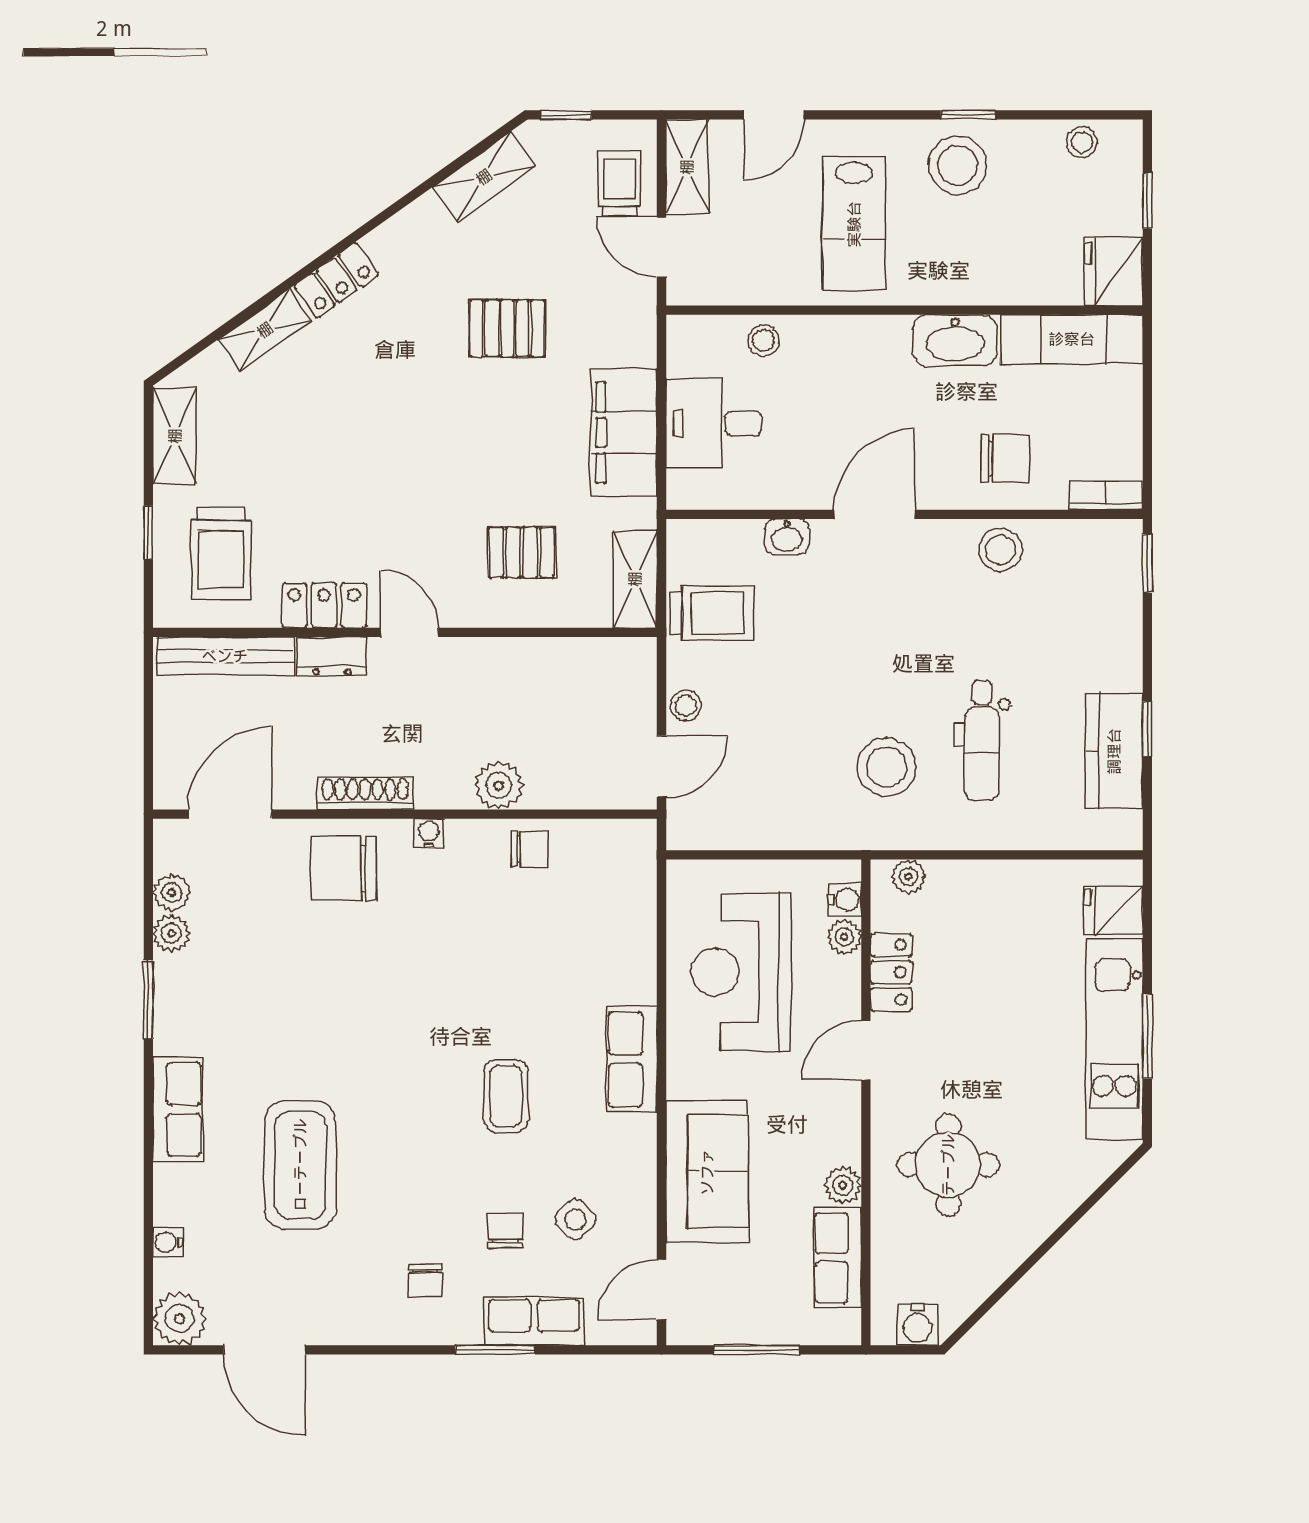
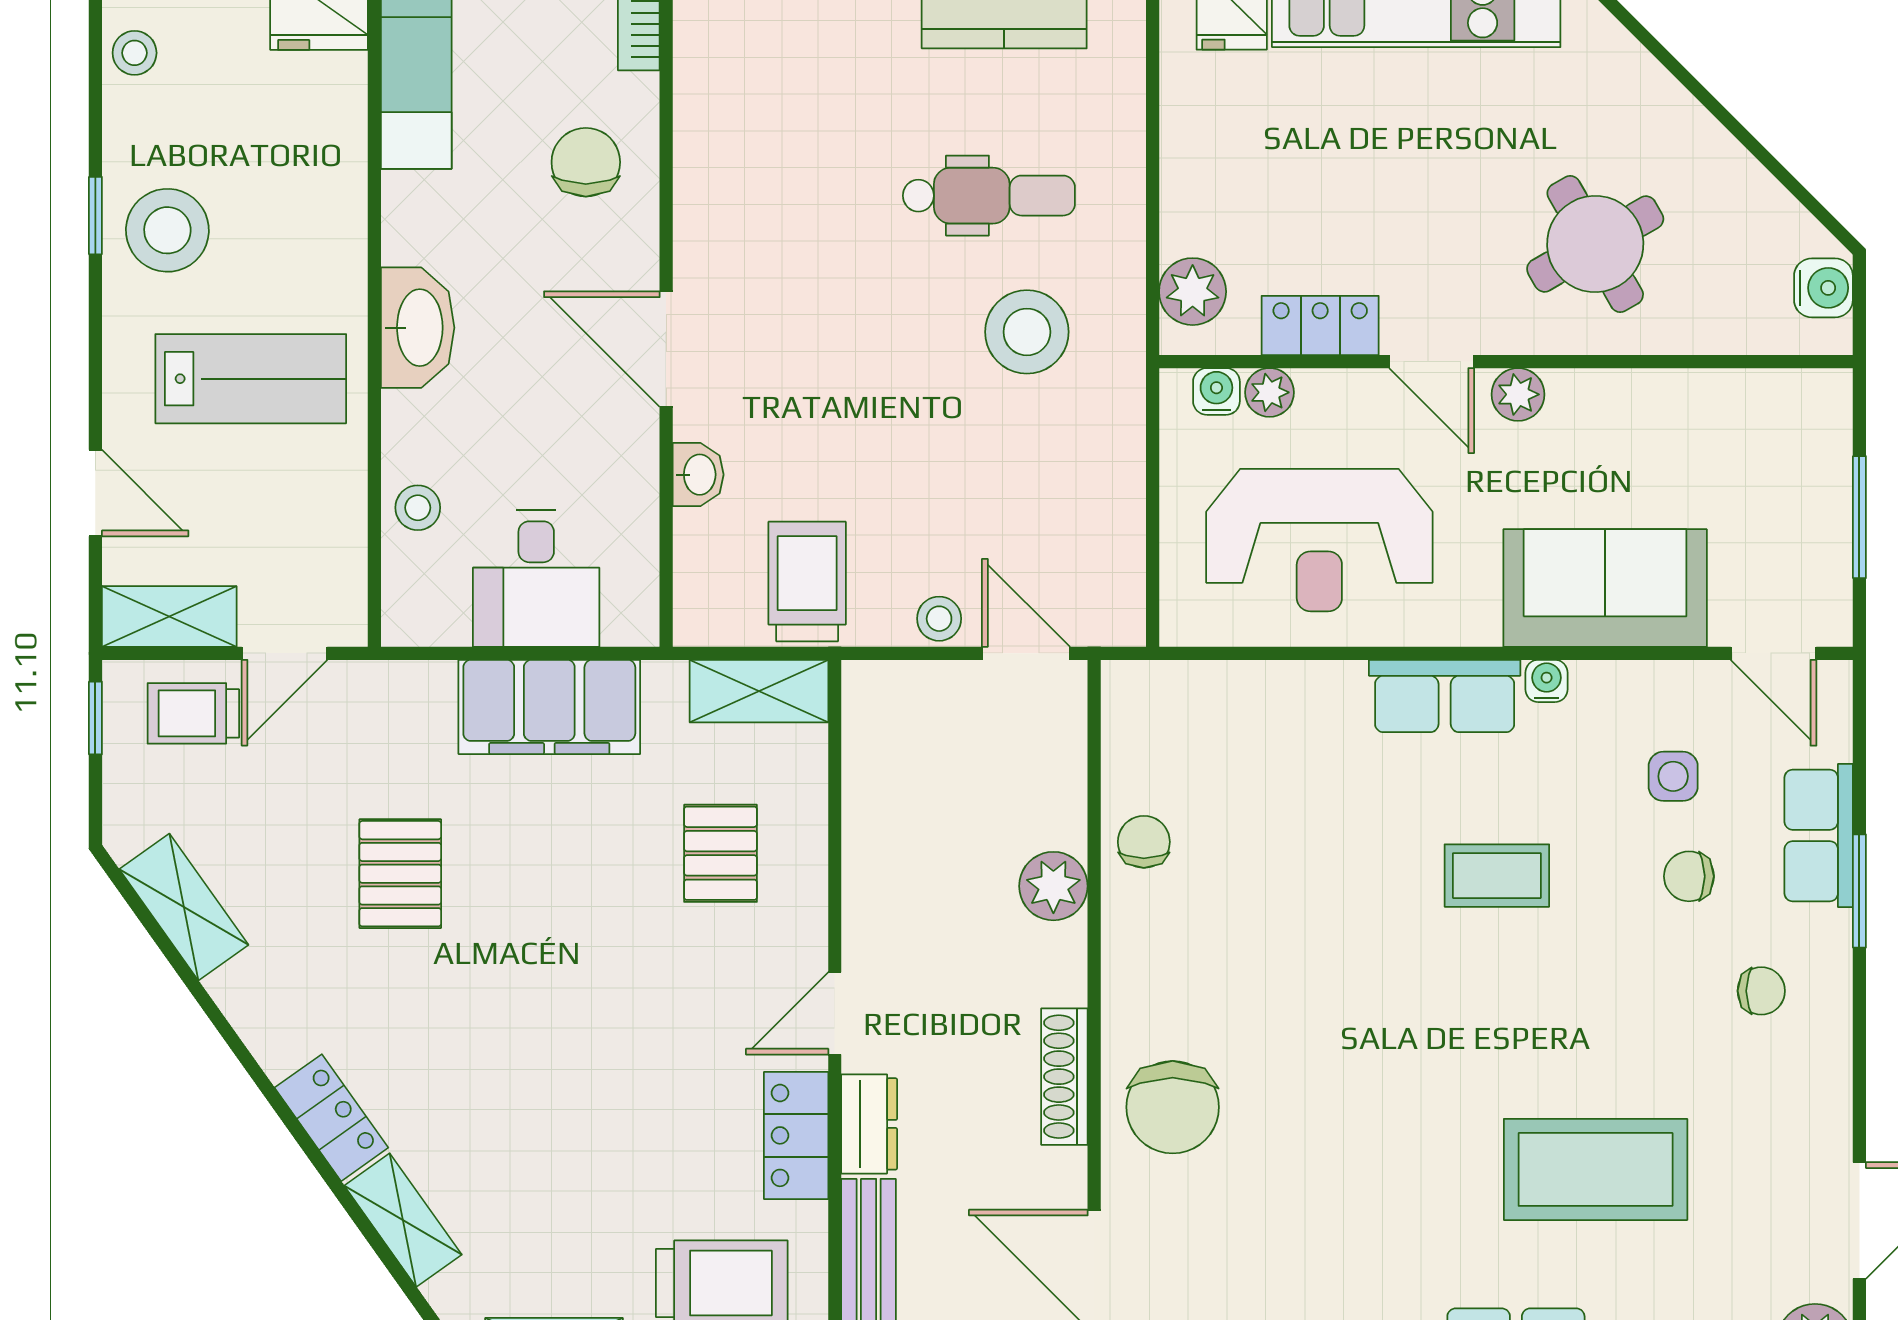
window: (566, 115) -> (95, 718), moved
washbasin: (955, 340) -> (418, 328), moved
stool: (1000, 550) -> (717, 169), removed
water cooler: (429, 833) -> (1547, 681), moved, turned 90
plant: (908, 877) -> (1193, 292), width x1.38, depth x1.38
round table: (948, 1165) -> (1595, 244), turned -30
plant: (843, 1185) -> (1518, 394), moved
side table: (575, 1219) -> (1673, 776), turned 45
row of seats: (837, 1258) -> (1728, 402), removed

